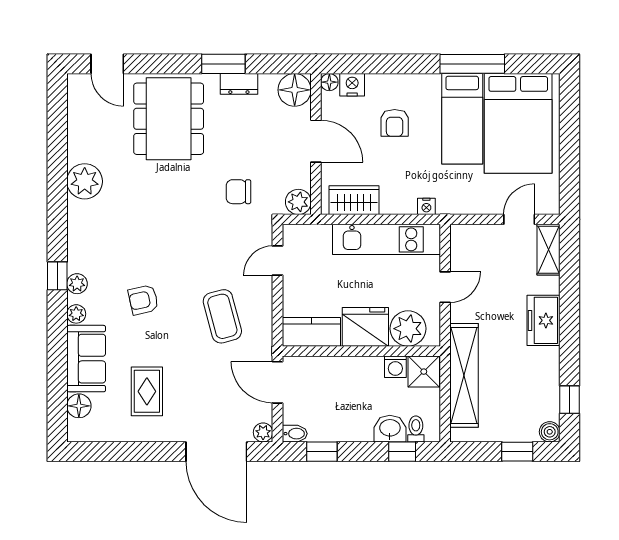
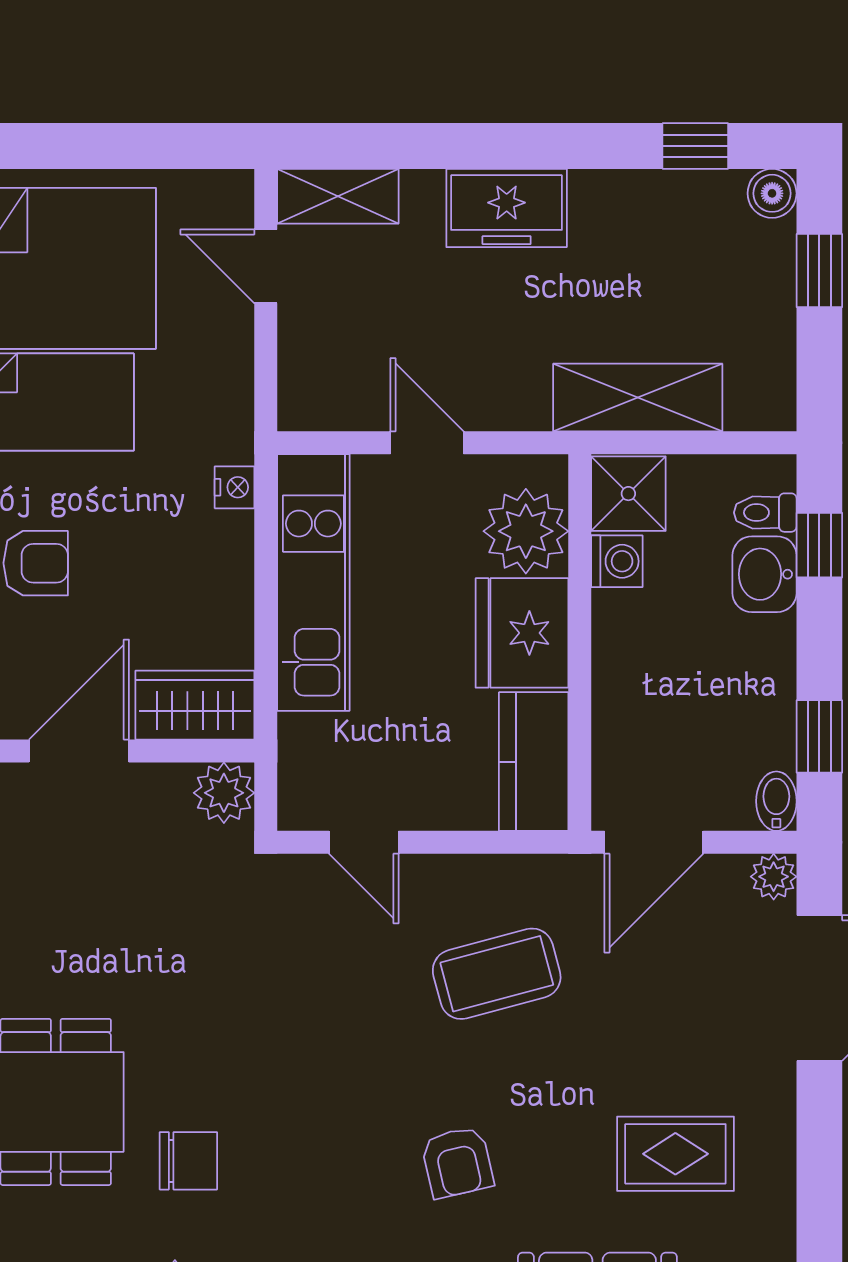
chair: (238, 192) -> (188, 1161), moved, turned -90
wardrobe: (354, 200) -> (195, 705), moved, turned 90
shelving: (464, 375) -> (638, 398), width x0.68

